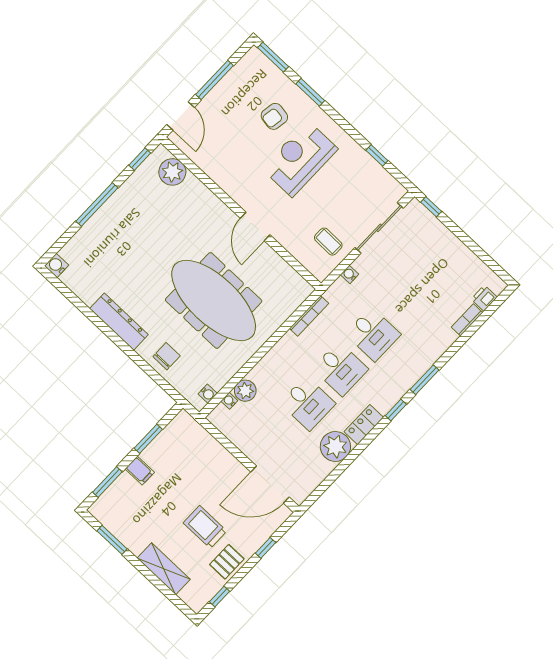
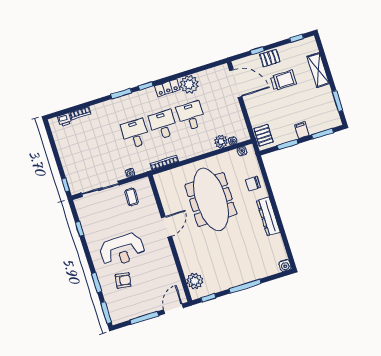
pallet: (190, 433) -> (264, 135), added
trolley: (205, 527) -> (283, 80), turned -90
pallet: (227, 562) -> (270, 58), moved

